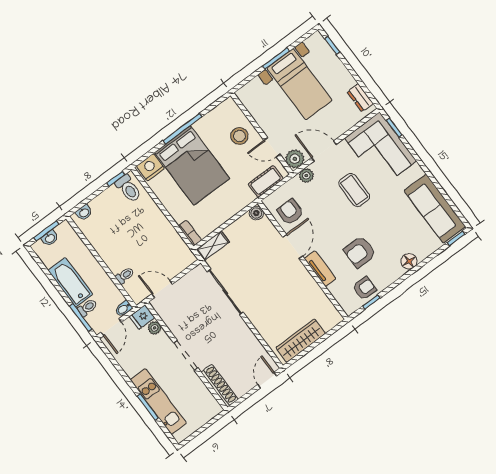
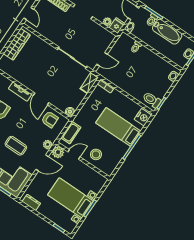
bed: (192, 165) -> (118, 127), width x0.67
door: (162, 289) -> (102, 59), moved

